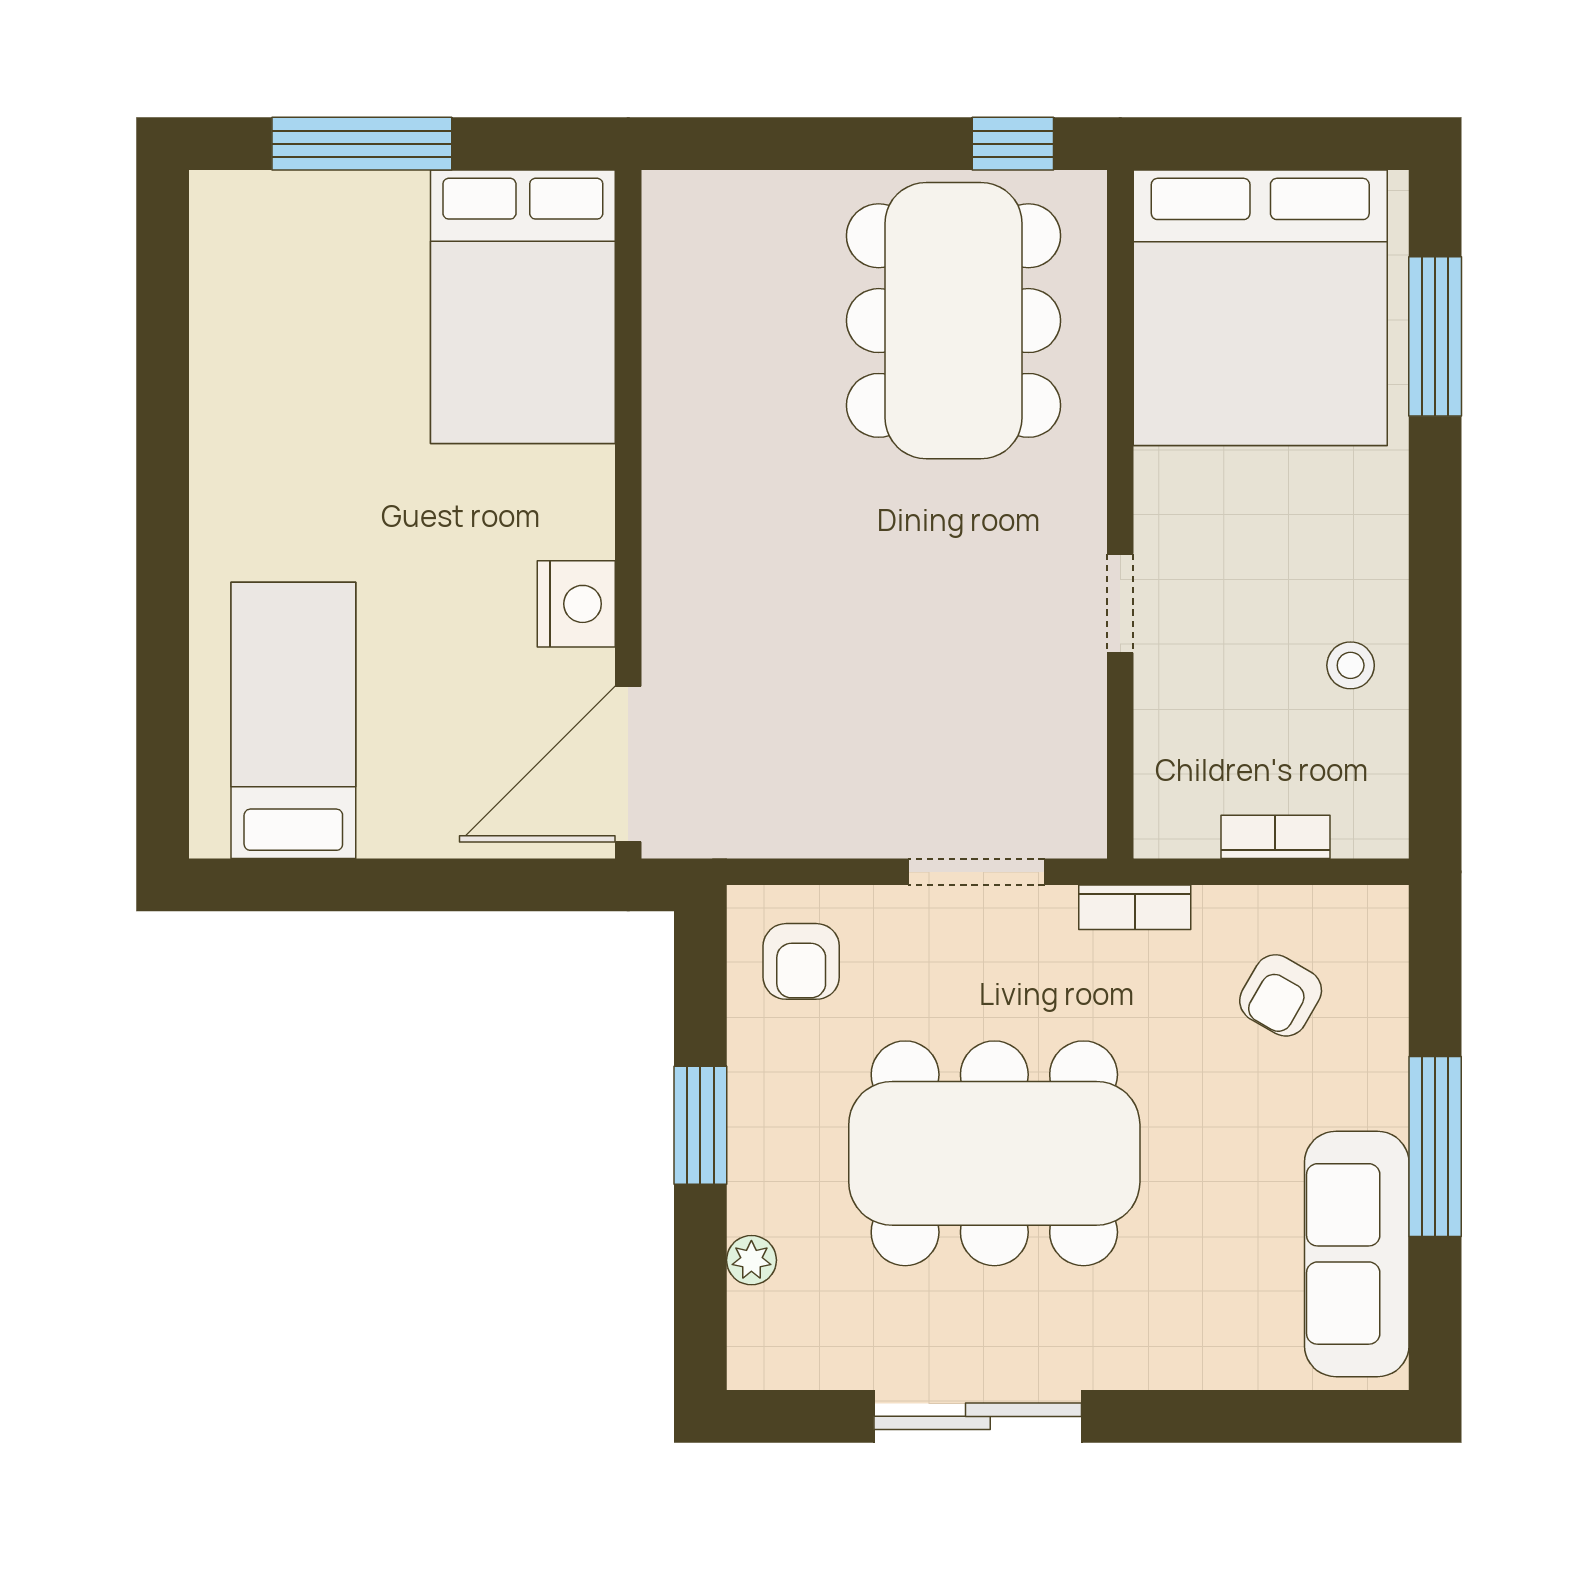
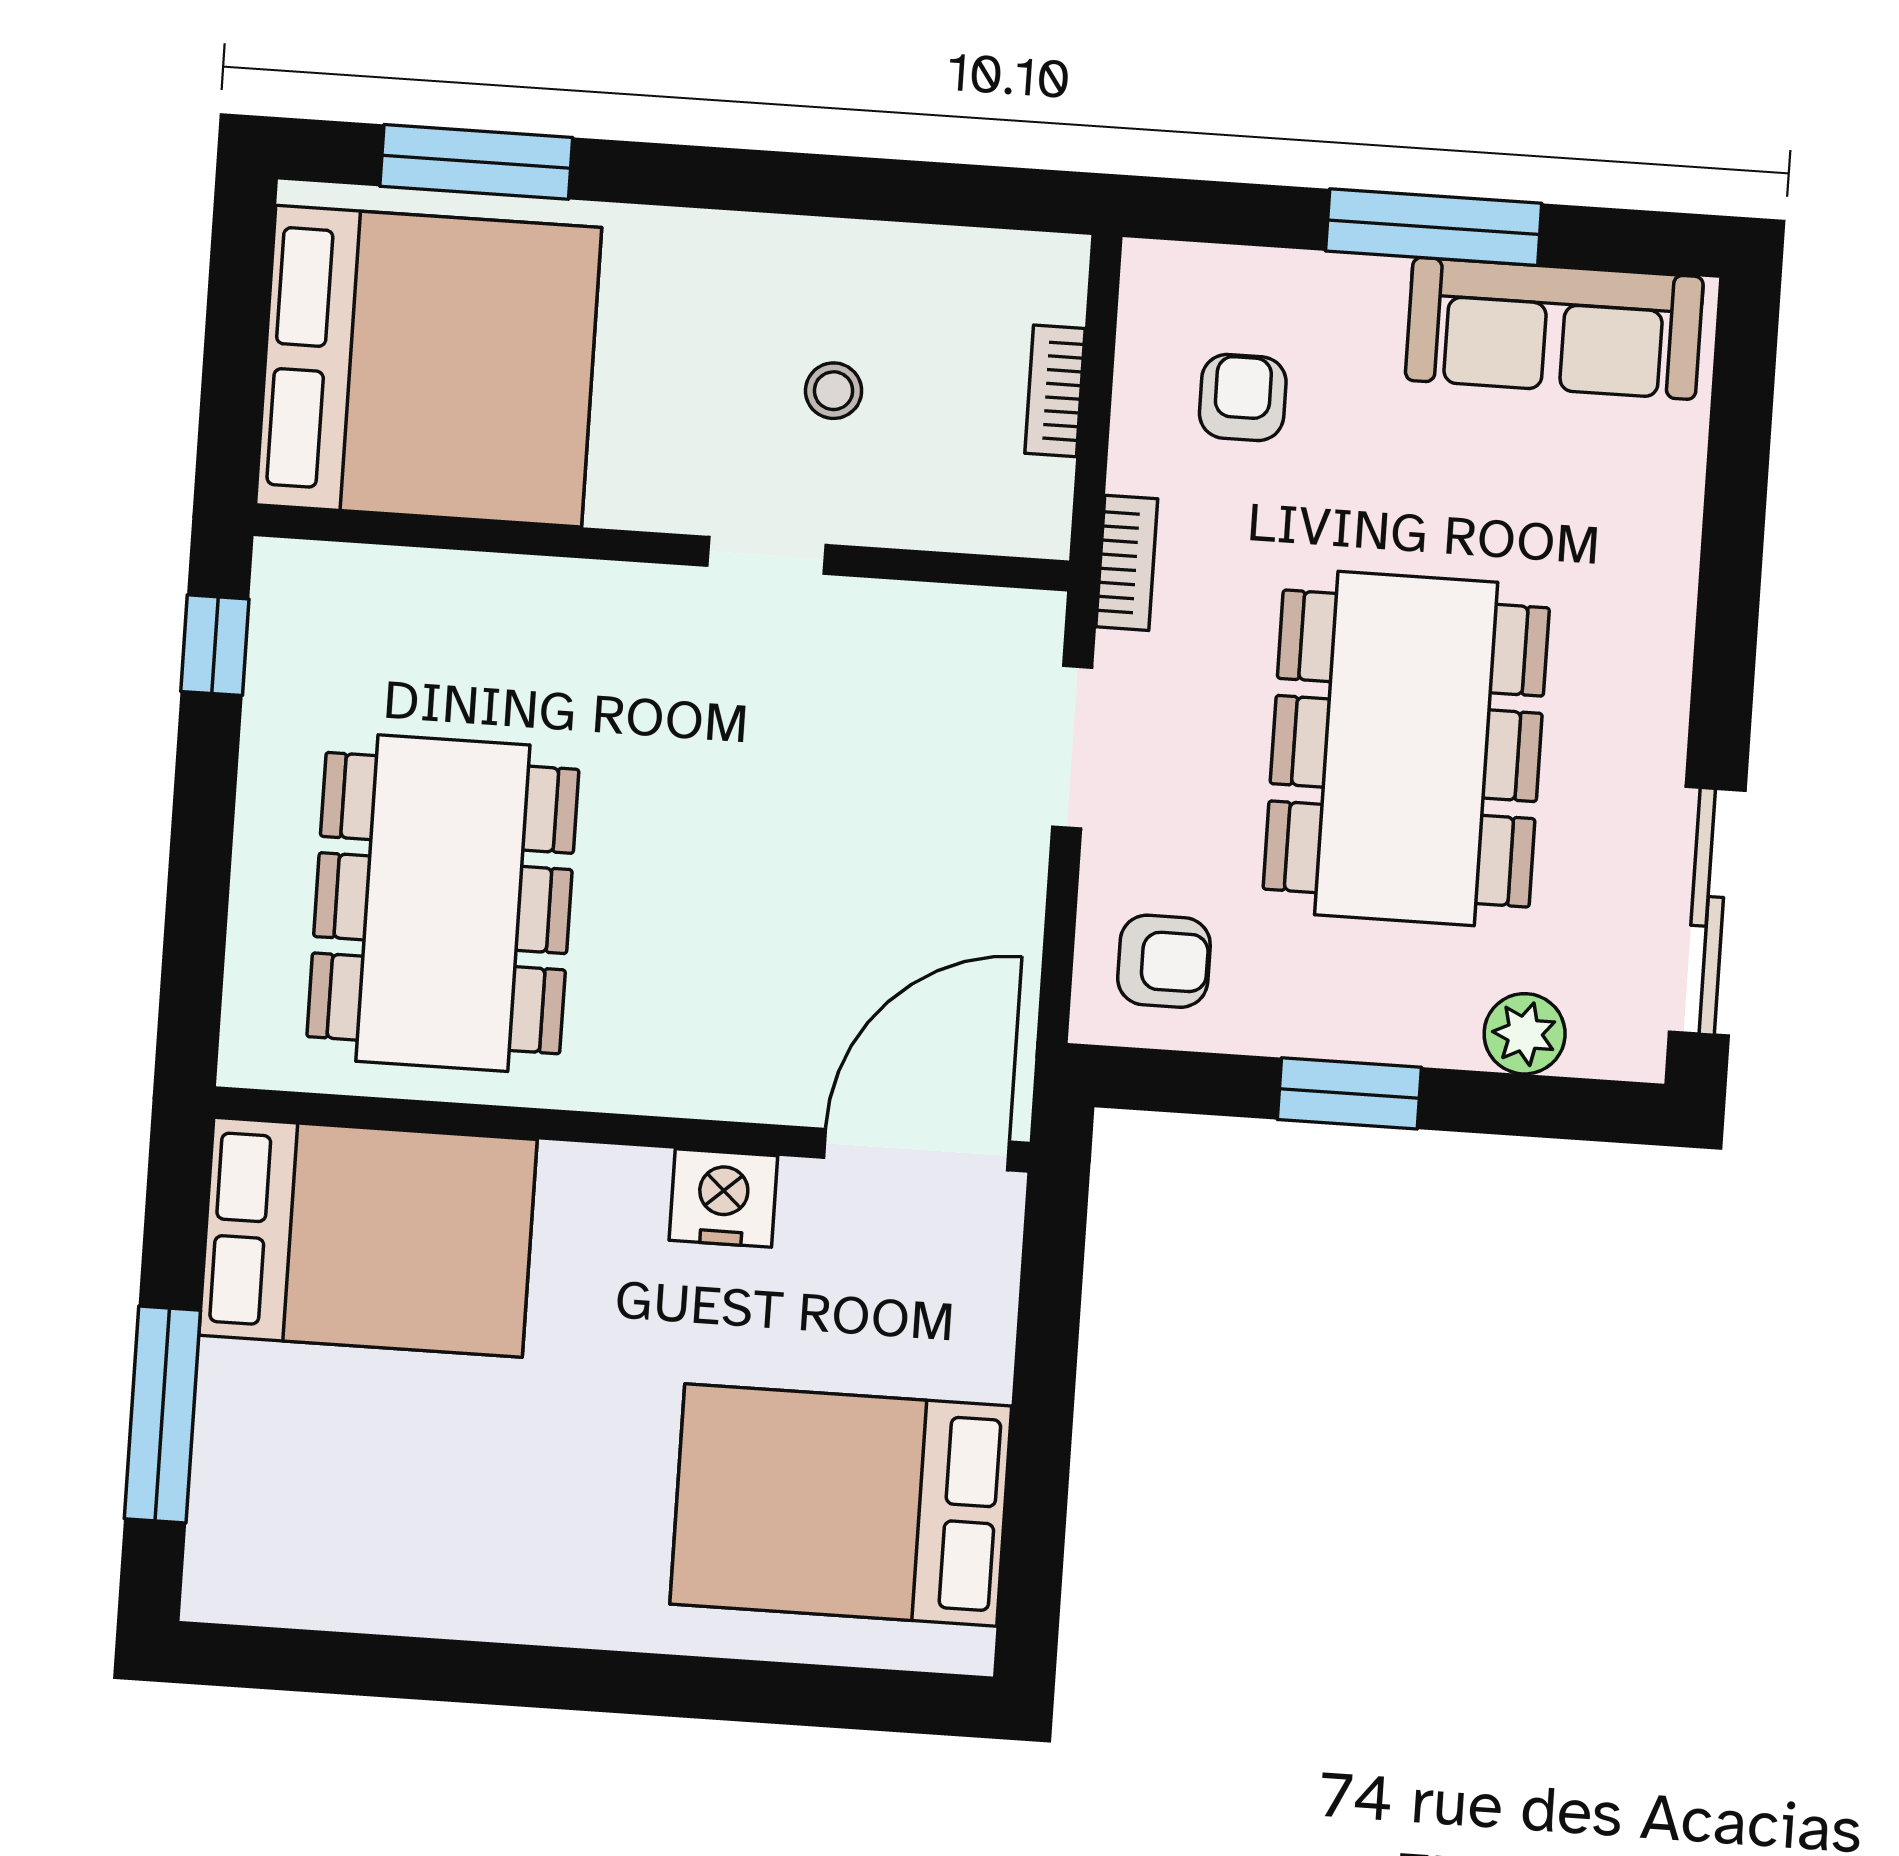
dining table: (954, 321) -> (443, 903), moved, turned 90
stool: (1351, 665) -> (834, 391), moved
bed: (293, 720) -> (841, 1505), width x1.50
door: (628, 764) -> (917, 1150), swing flipped
armchair: (1281, 995) -> (1243, 398), turned -120
plant: (751, 1260) -> (1525, 1034), width x1.38, depth x1.38
sliding door: (978, 1416) -> (1707, 911), moved

